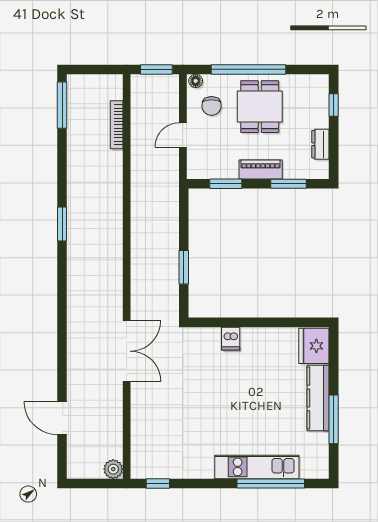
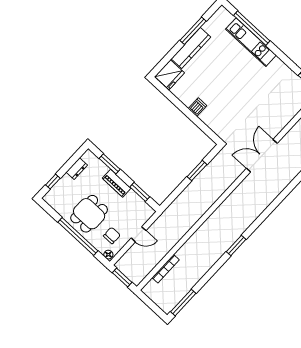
dishwasher: (231, 339) -> (197, 107), moved

